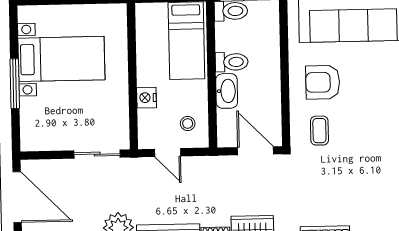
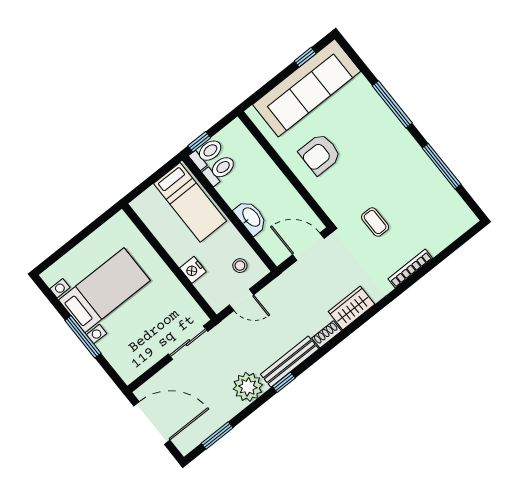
toilet: (232, 62) -> (220, 170), moved
coffee table: (319, 131) -> (375, 222), moved

